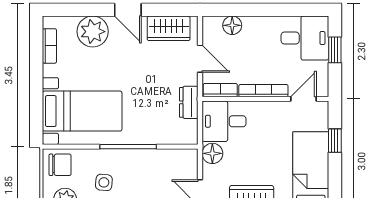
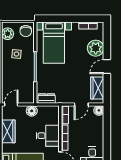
floor lamp: (232, 25) -> (99, 110), moved
dresser: (189, 102) -> (47, 99), moved
desk: (224, 121) -> (48, 136), moved, turned 90

